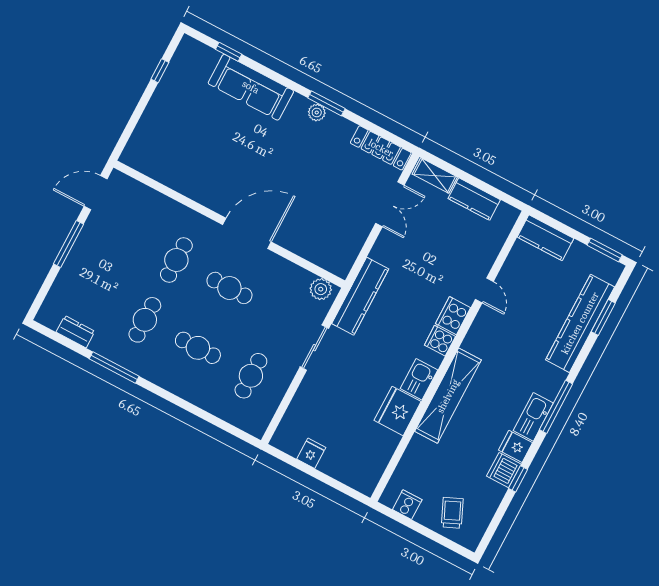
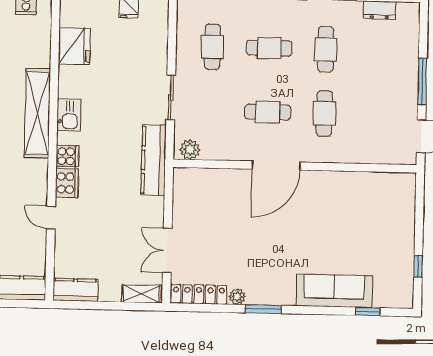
plant: (317, 112) -> (237, 297), moved
kitchen counter: (474, 199) -> (75, 290), moved
fridge: (398, 411) -> (74, 46), moved

